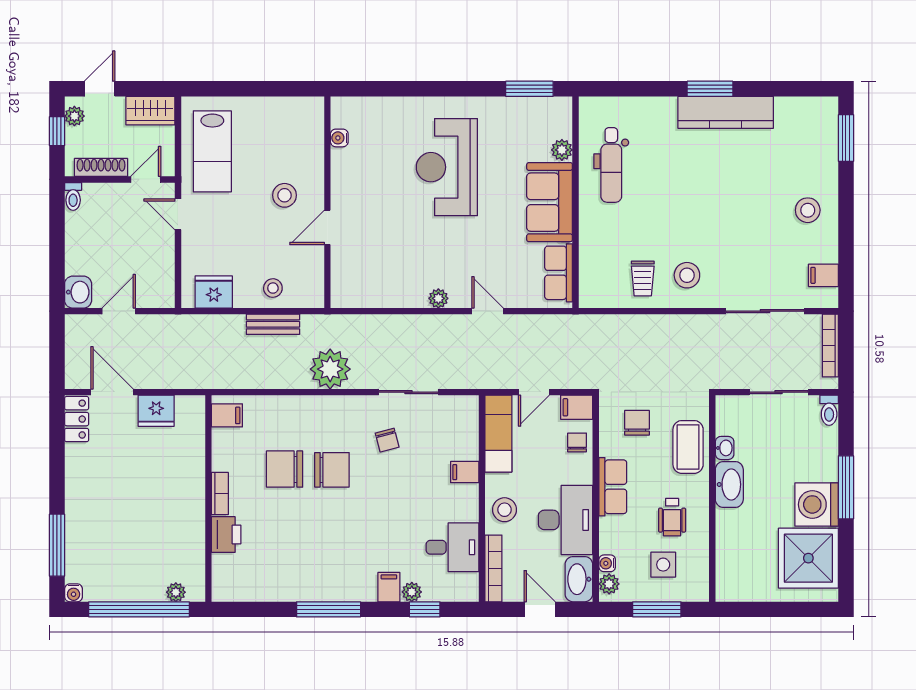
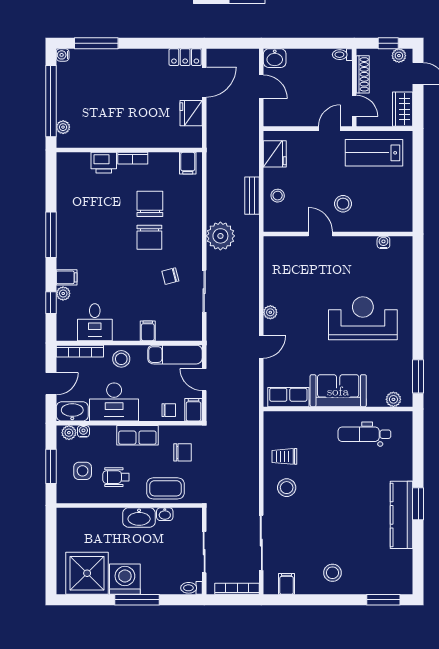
plant: (562, 150) -> (393, 399), moved

